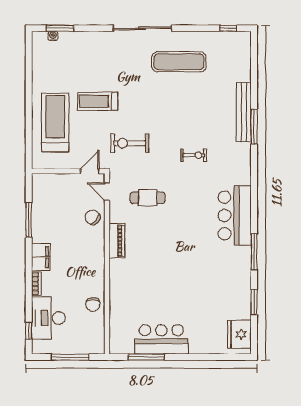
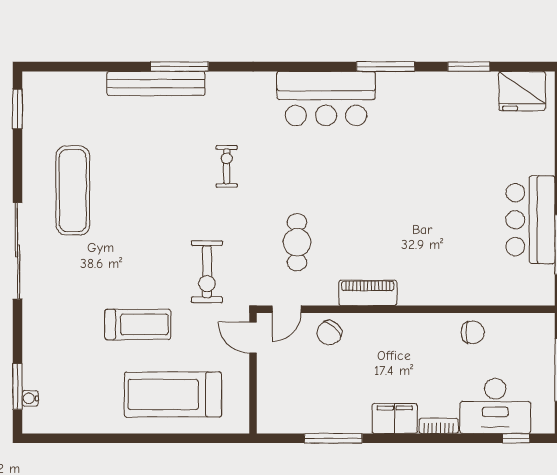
window: (228, 28) -> (17, 109), width x1.50
treadmill: (98, 101) -> (138, 324), turned -90

